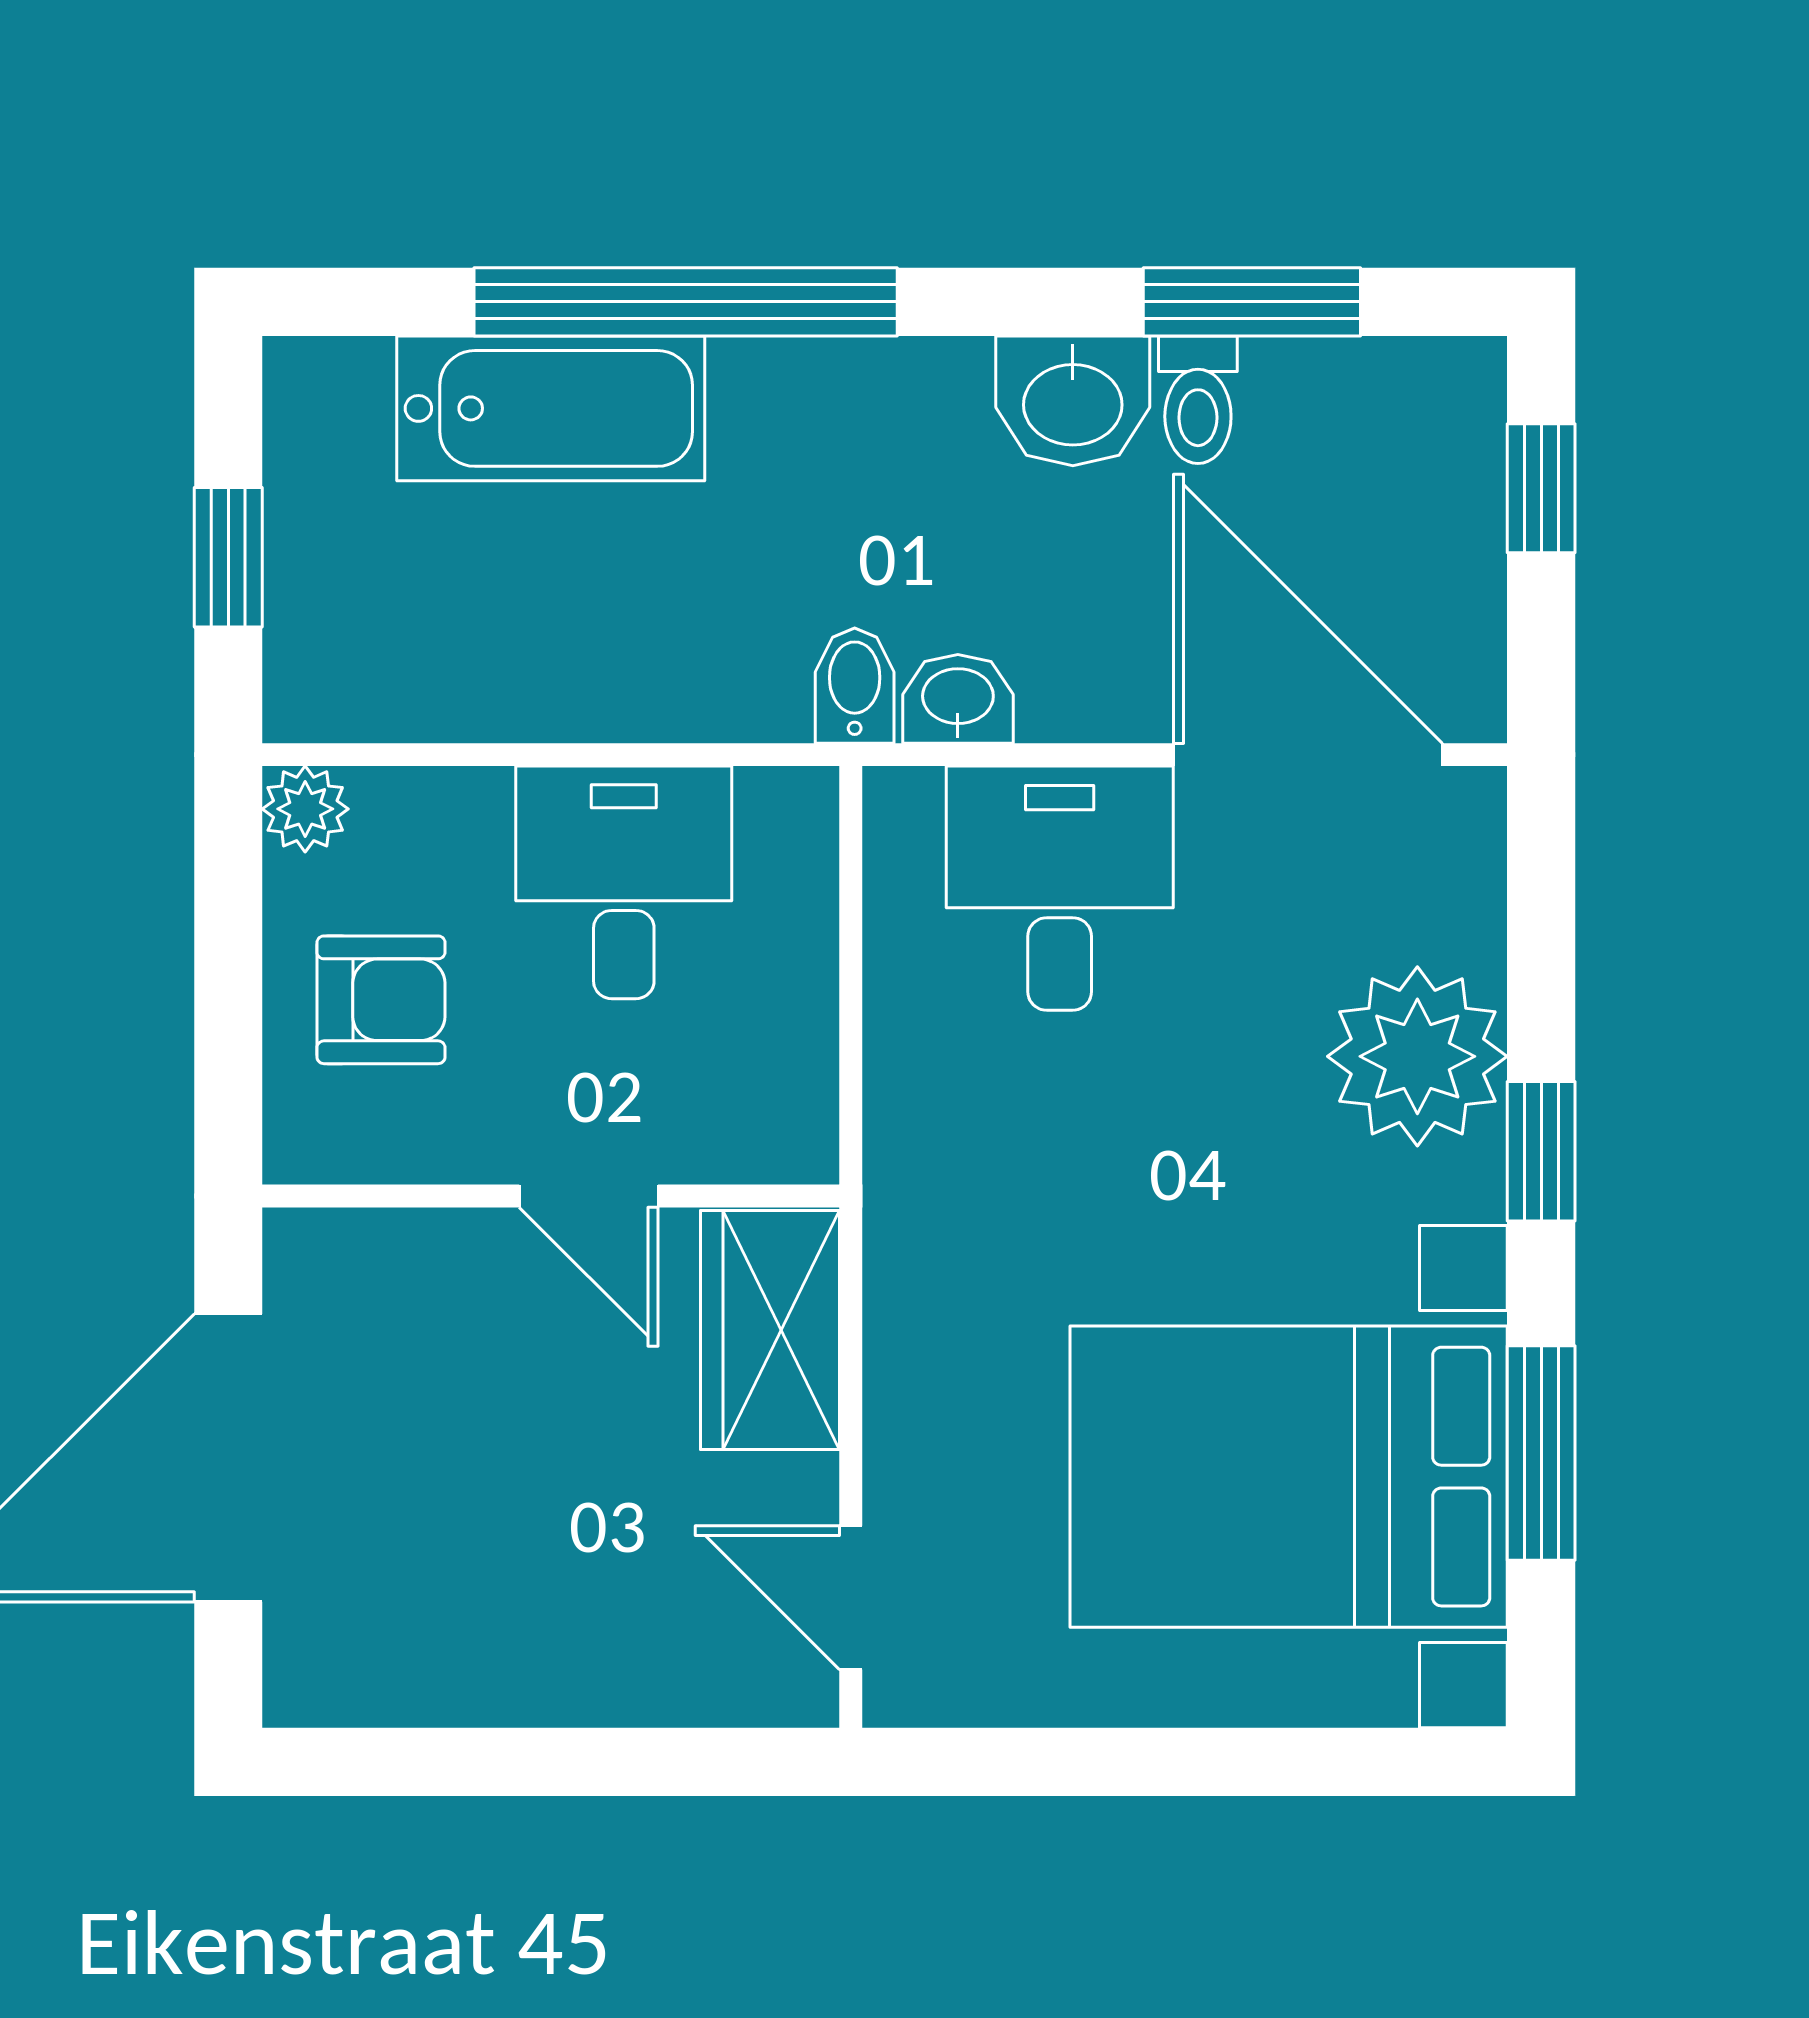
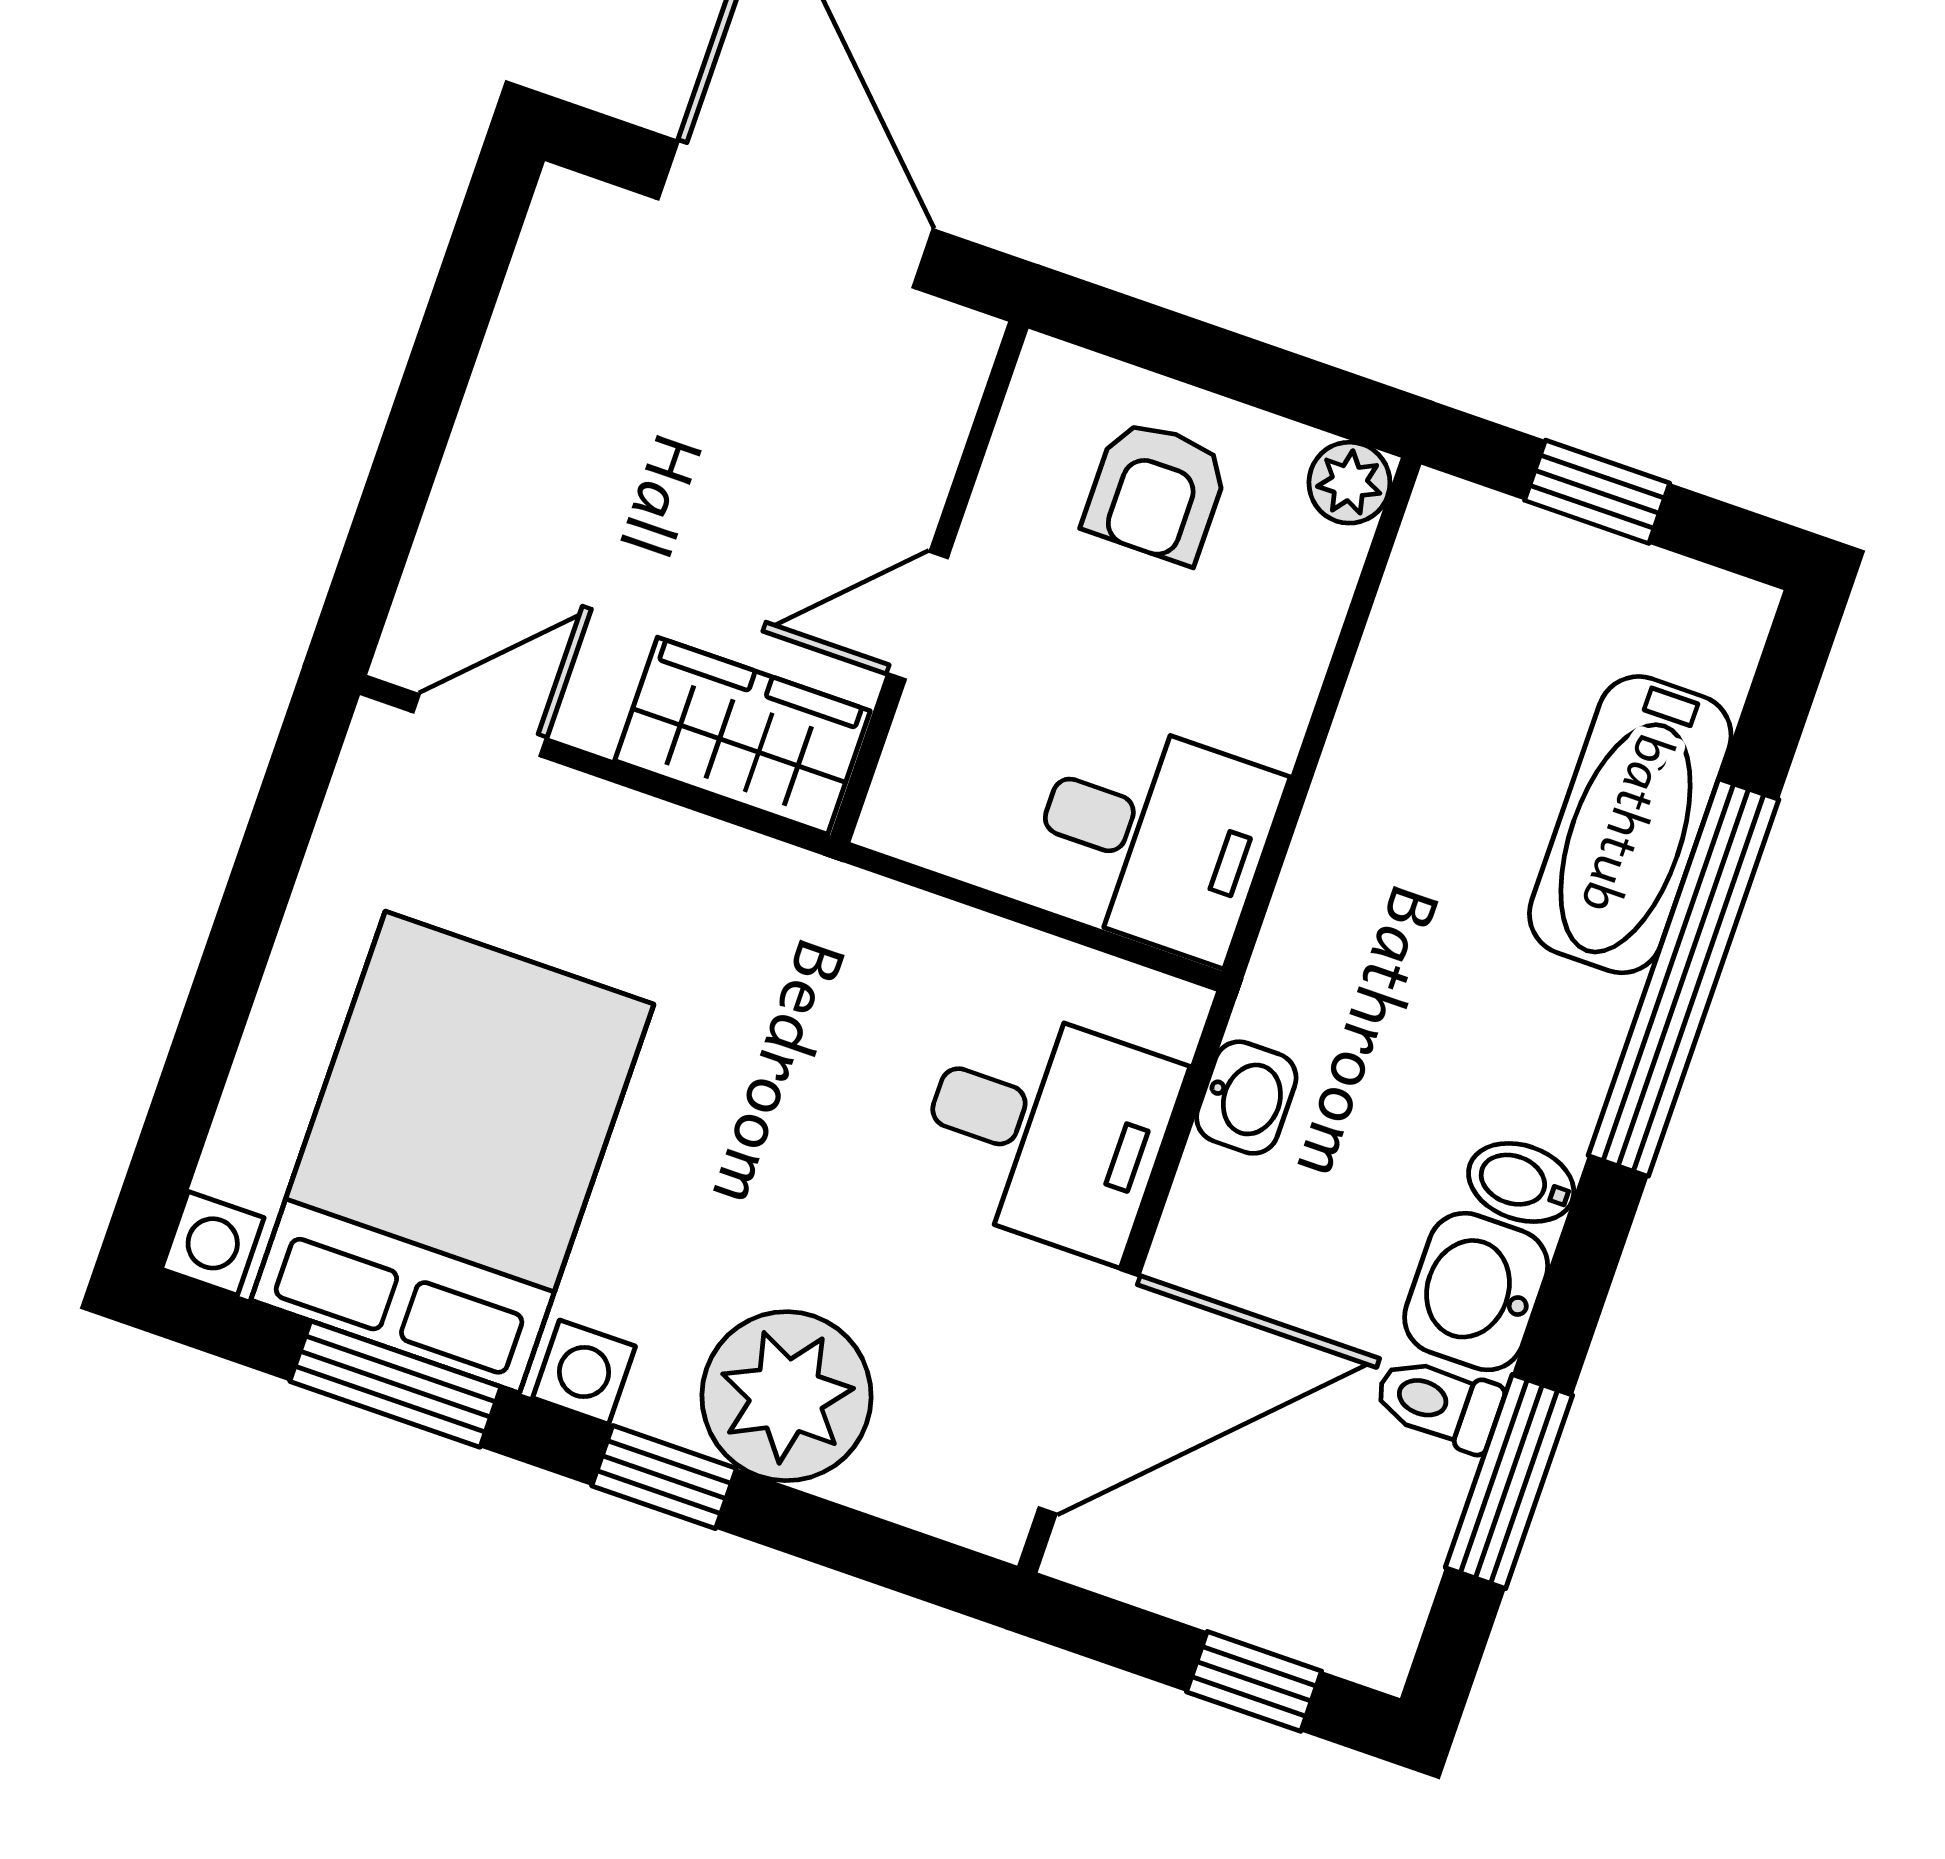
bidet: (855, 686) -> (1521, 1182), moved, turned 180
desk: (624, 882) -> (1154, 837), moved

